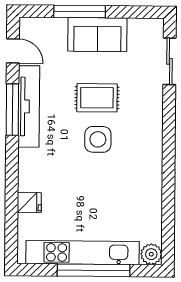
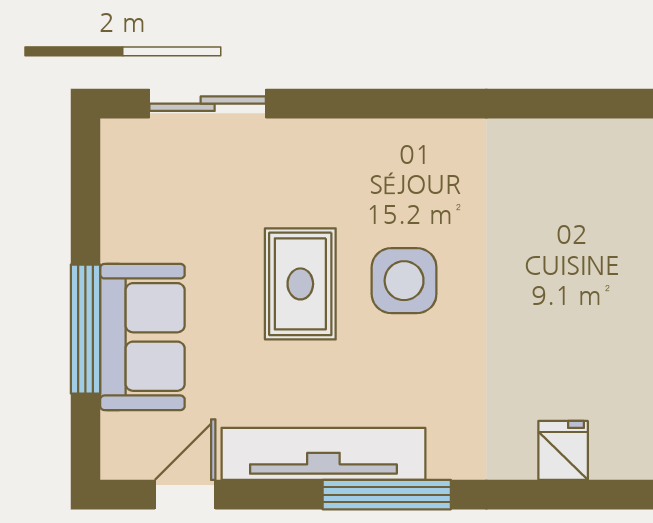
sofa: (97, 35) -> (142, 337), moved
window: (12, 110) -> (387, 495), moved

